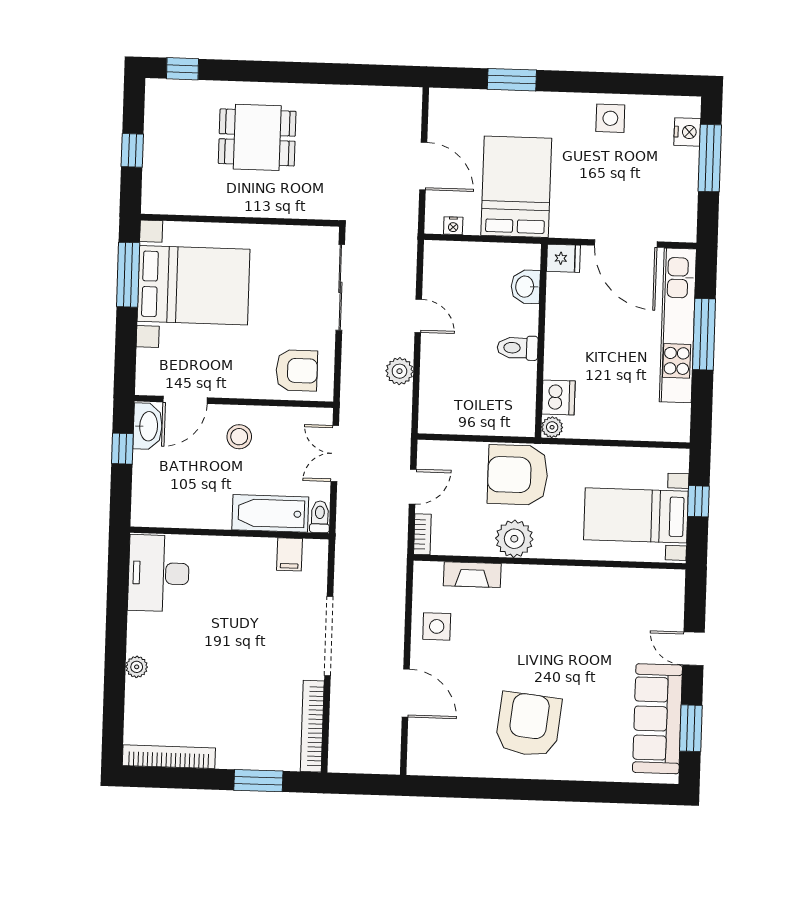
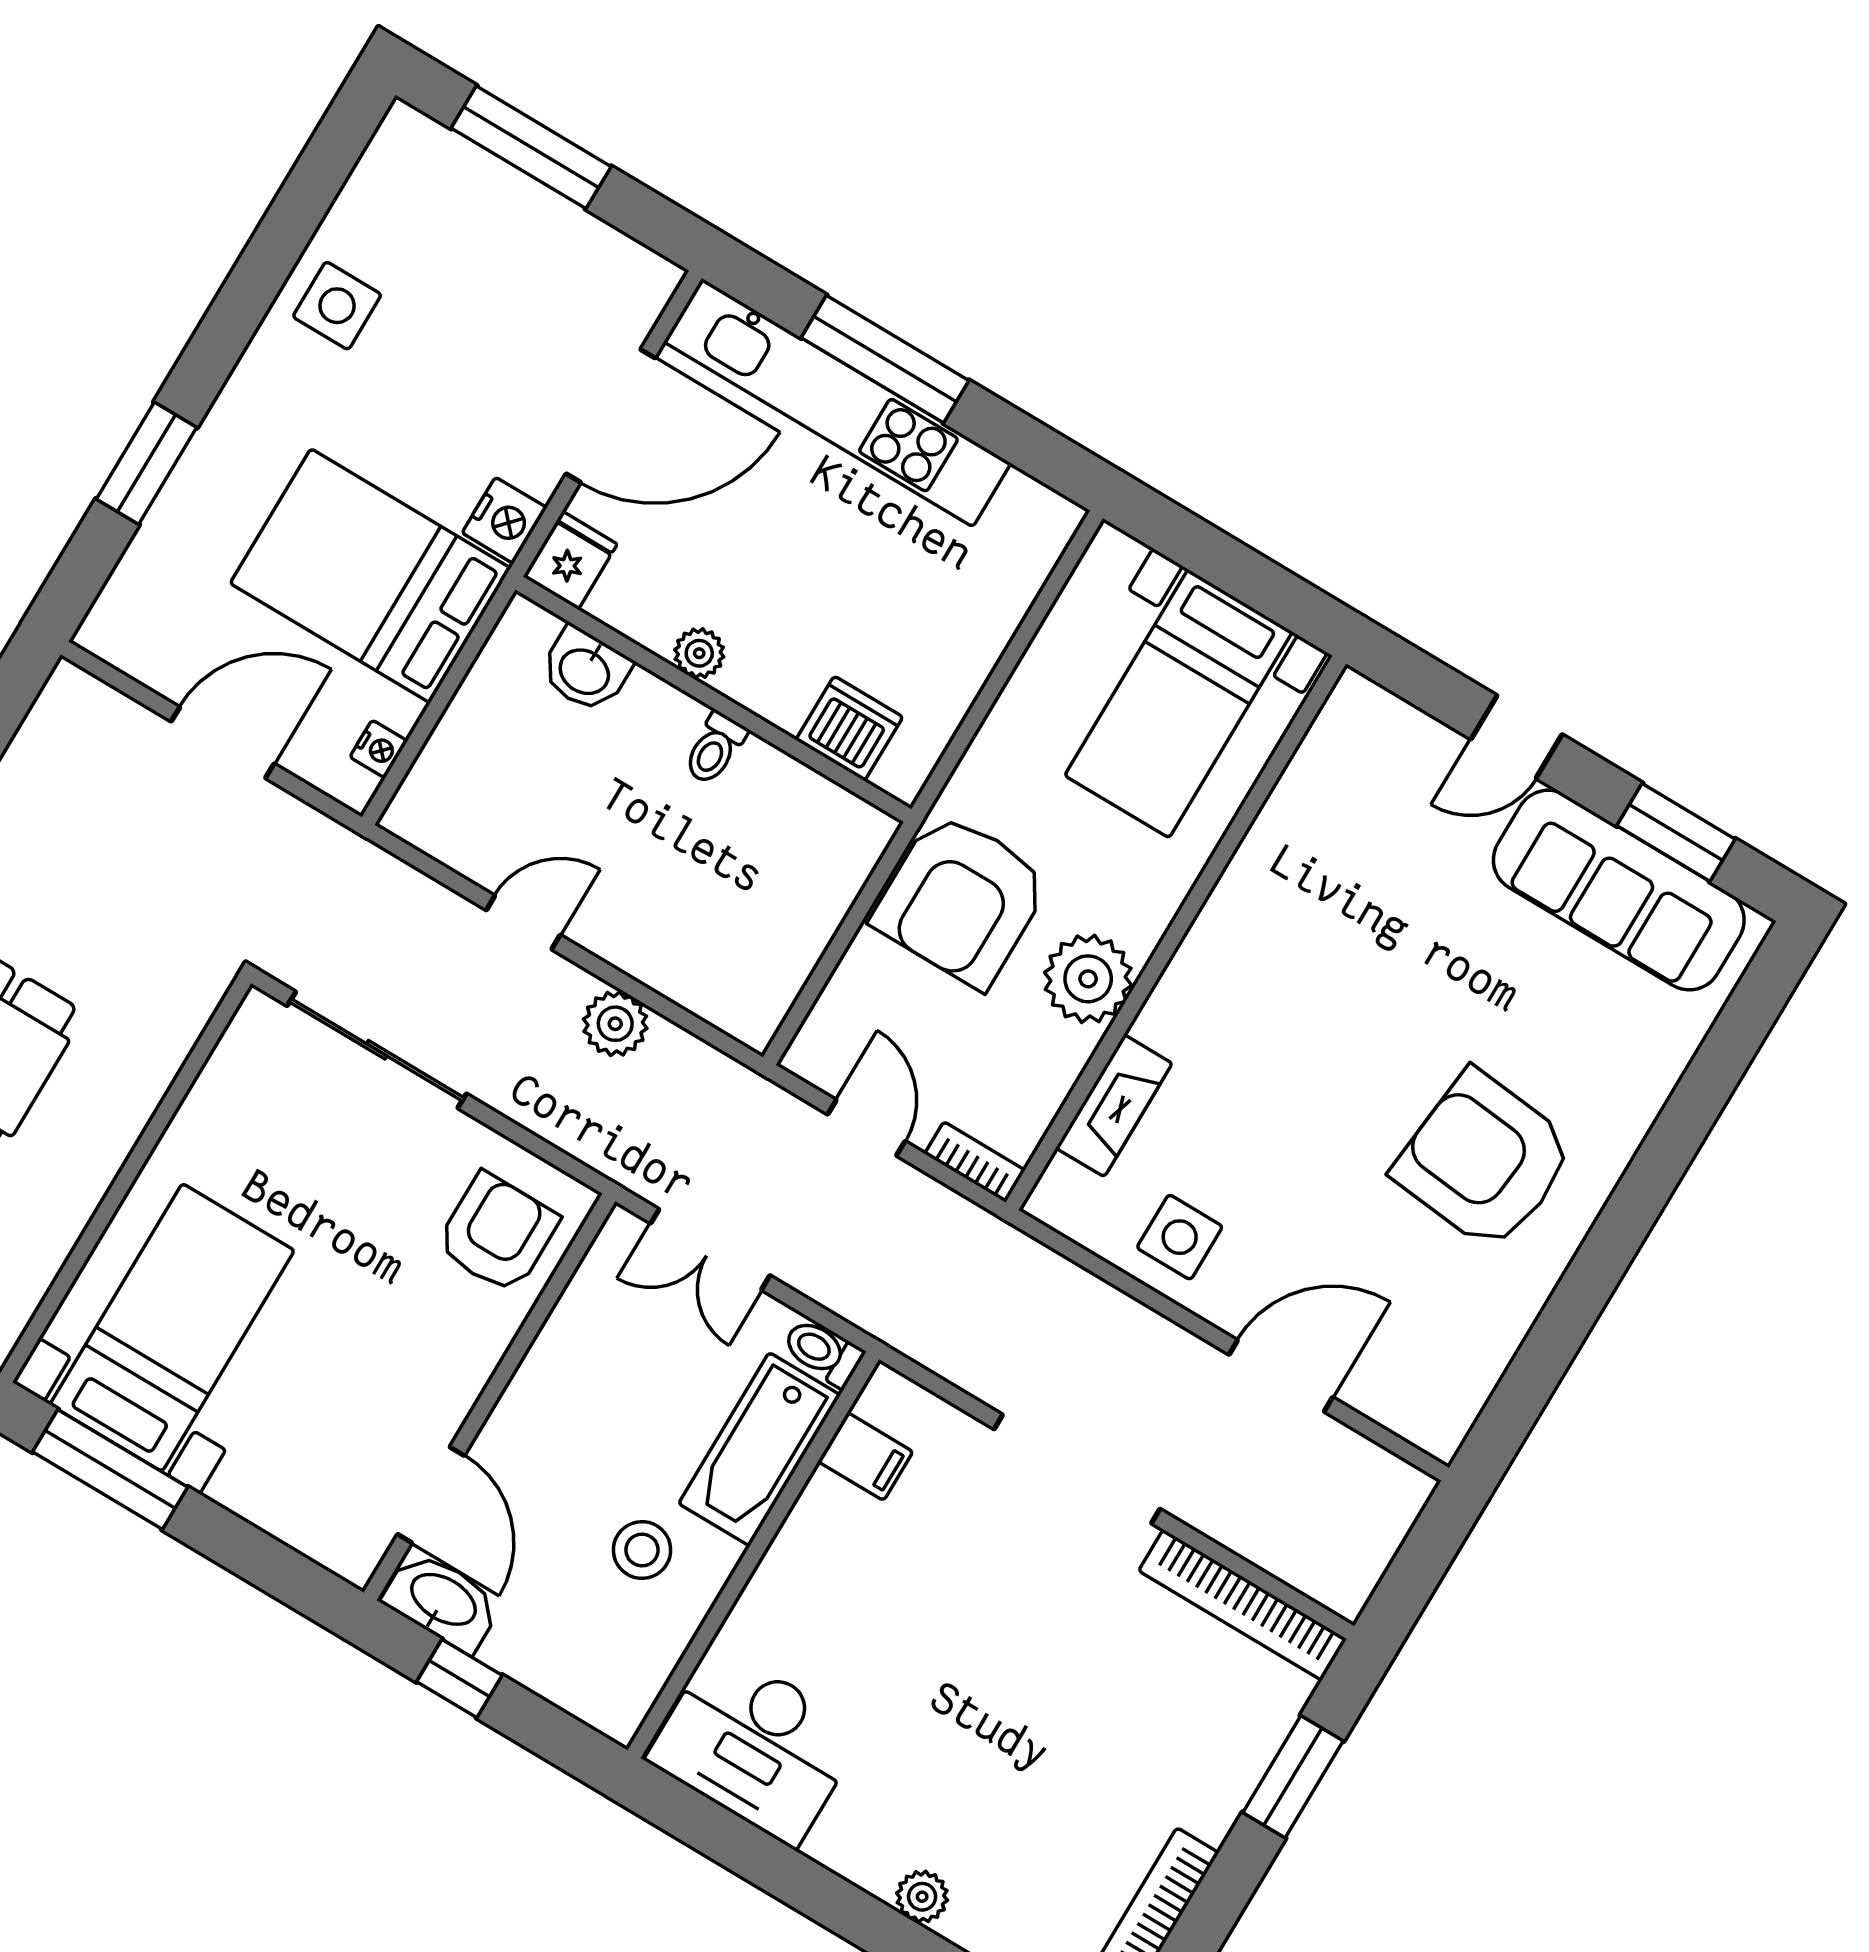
nightstand: (687, 132) -> (504, 520), moved, turned 90
bed with nightstands: (193, 285) -> (172, 1327), width x0.73
toilet: (518, 348) -> (715, 748), width x0.73, depth x0.72
plant: (552, 427) -> (699, 653), moved
stool: (239, 437) -> (642, 1550), moved
window: (698, 501) -> (1220, 560), removed

